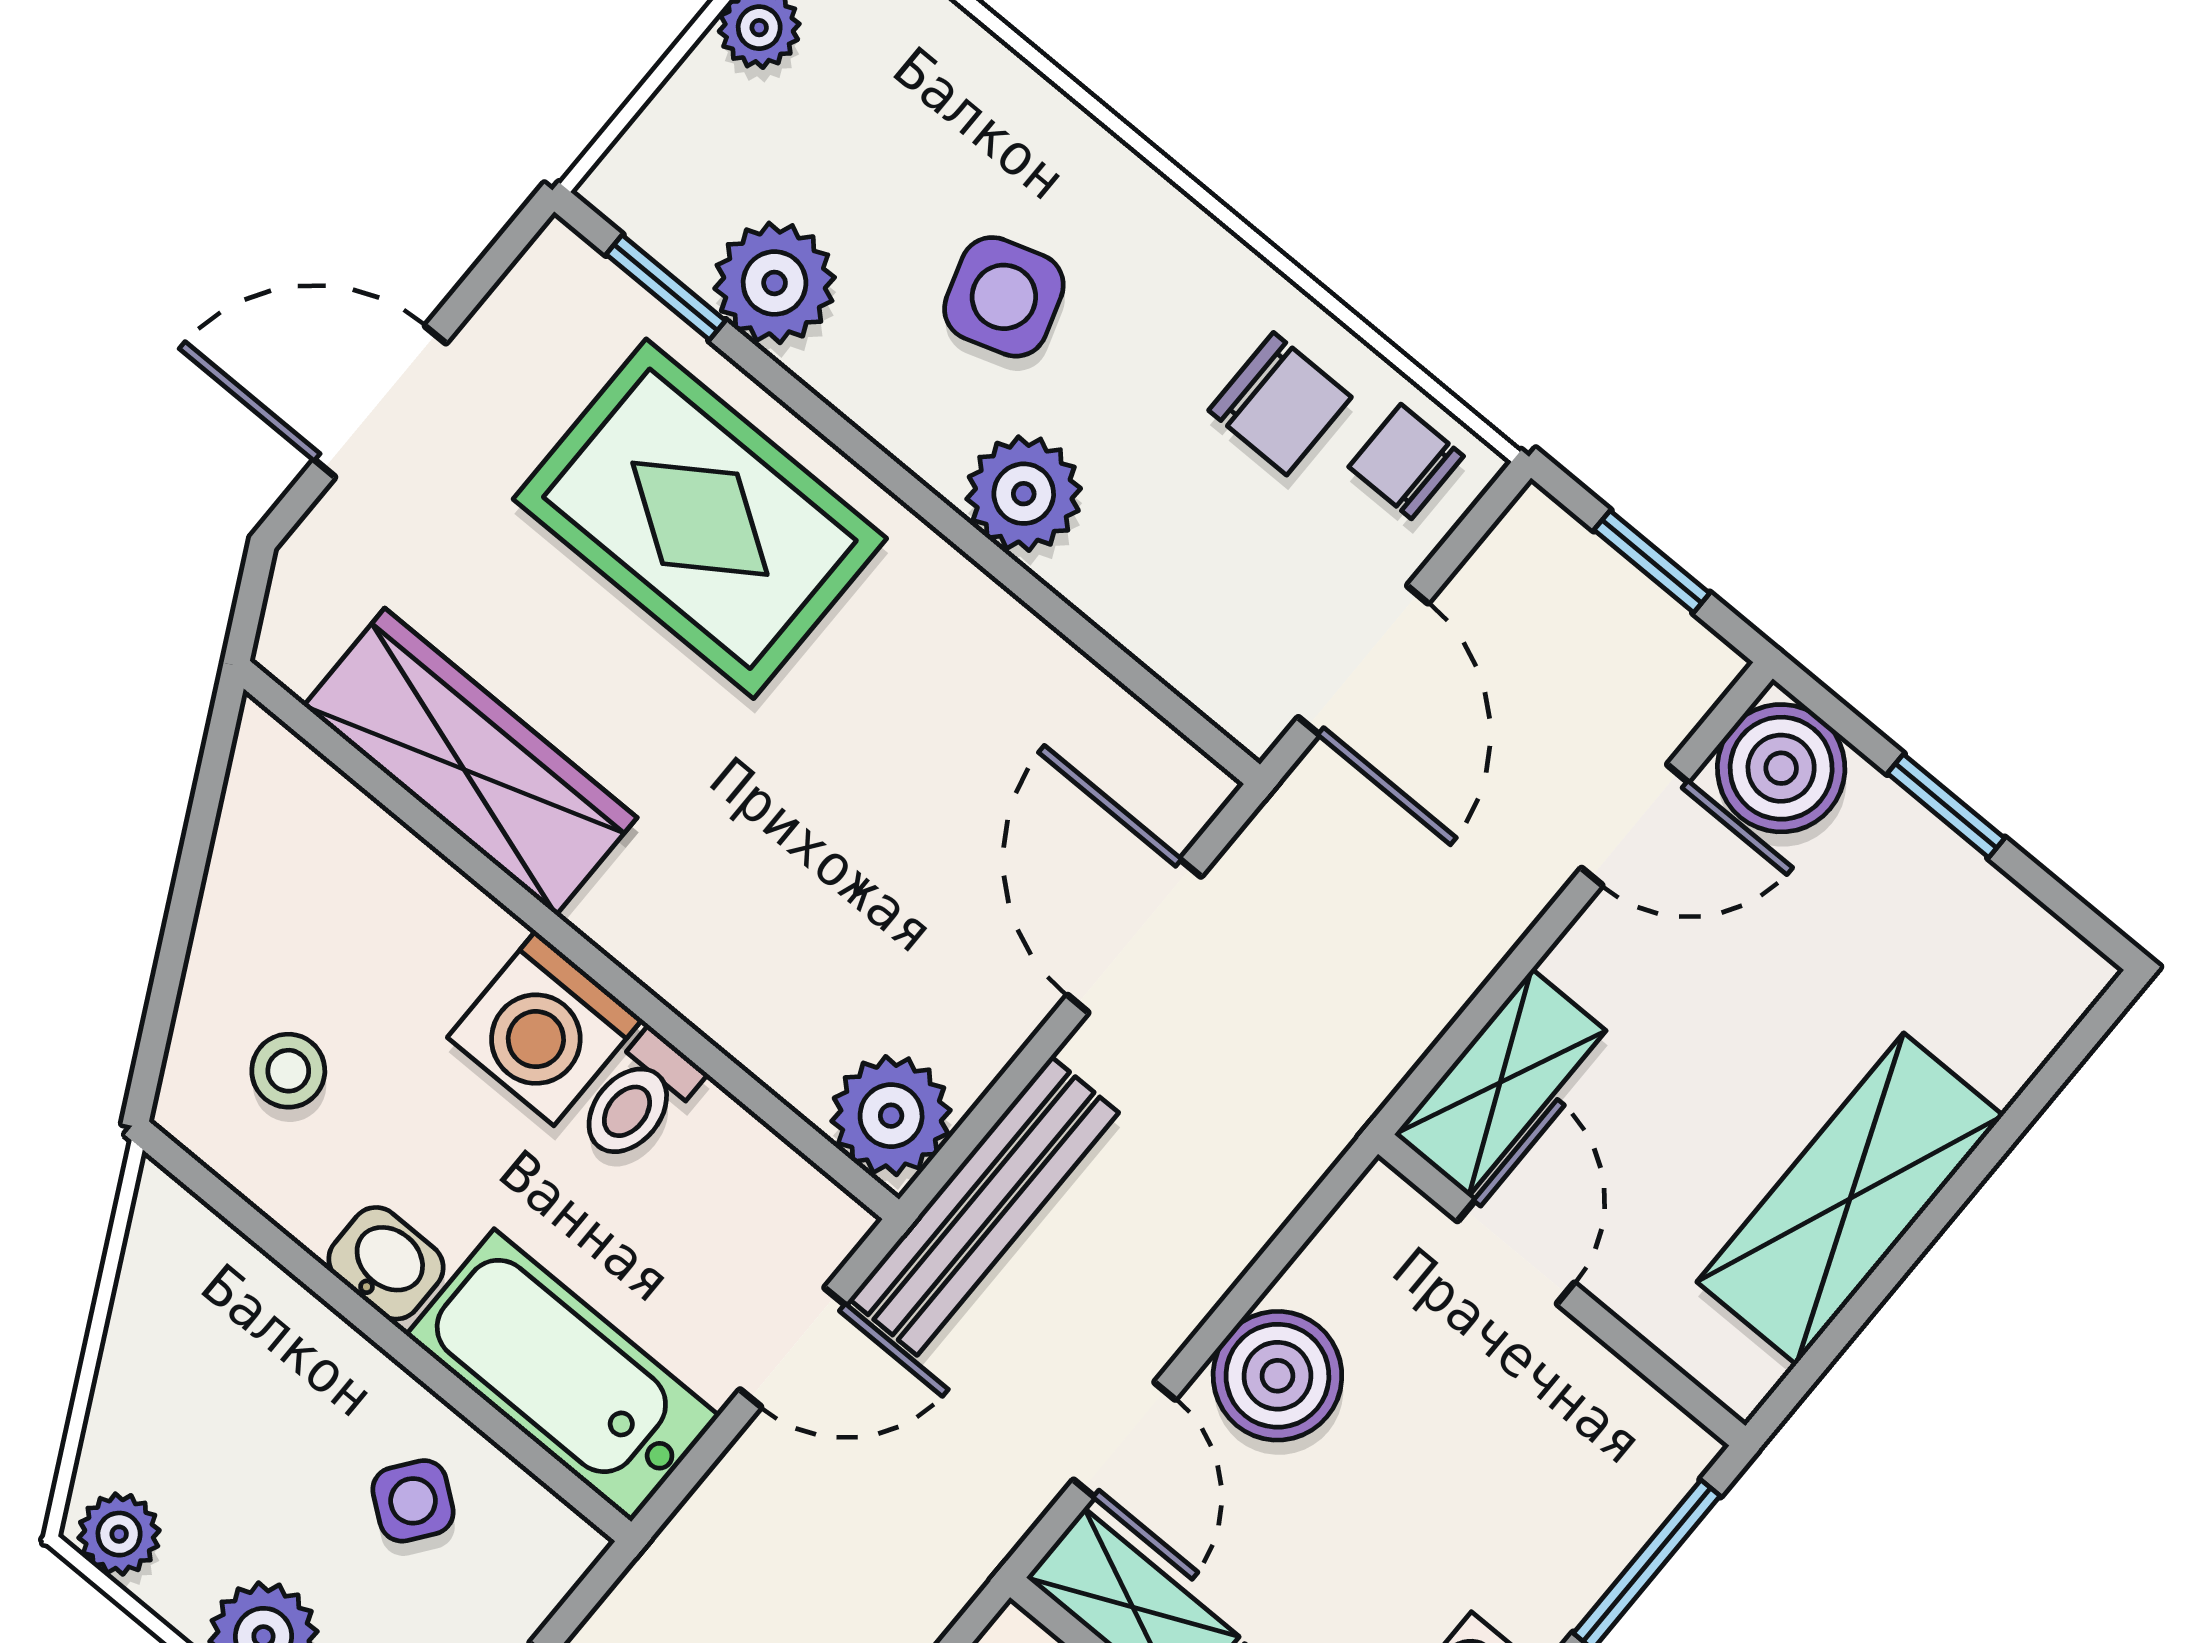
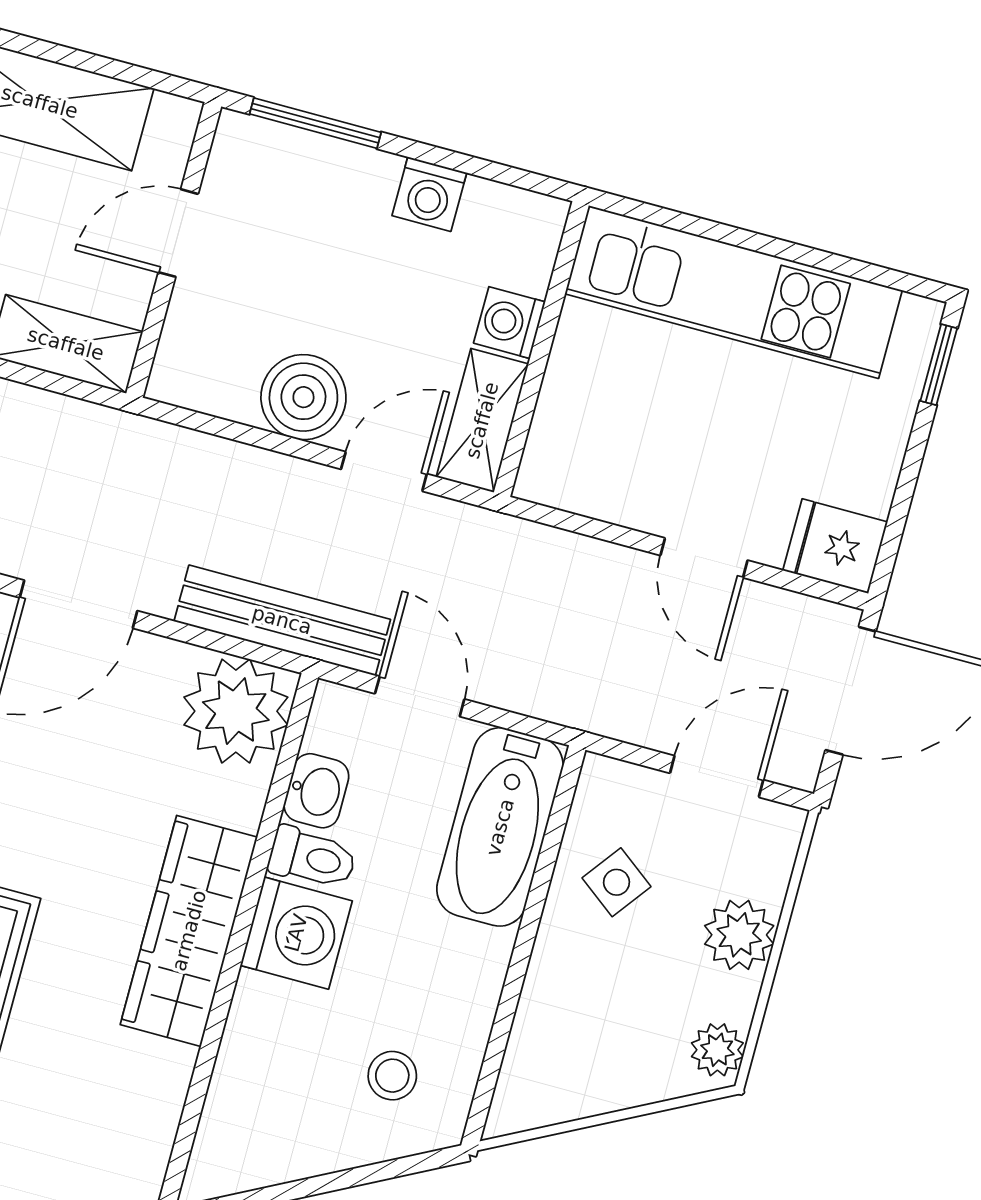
wardrobe: (470, 762) -> (189, 931), moved
plant: (891, 1116) -> (236, 711), width x1.36, depth x1.36
door: (1516, 1252) -> (178, 233), moved
washbasin: (386, 1263) -> (316, 791), moved, turned 180

